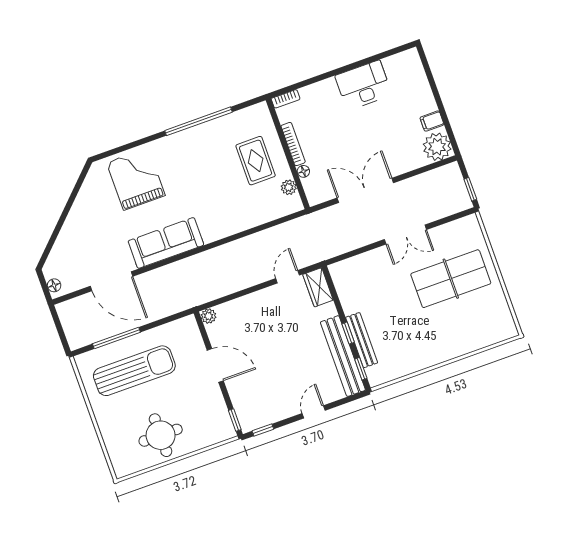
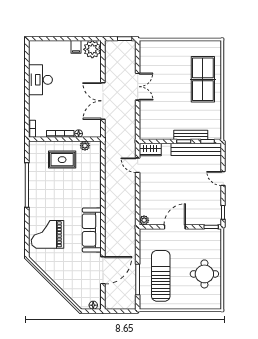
table tennis table: (451, 279) -> (203, 79), moved

